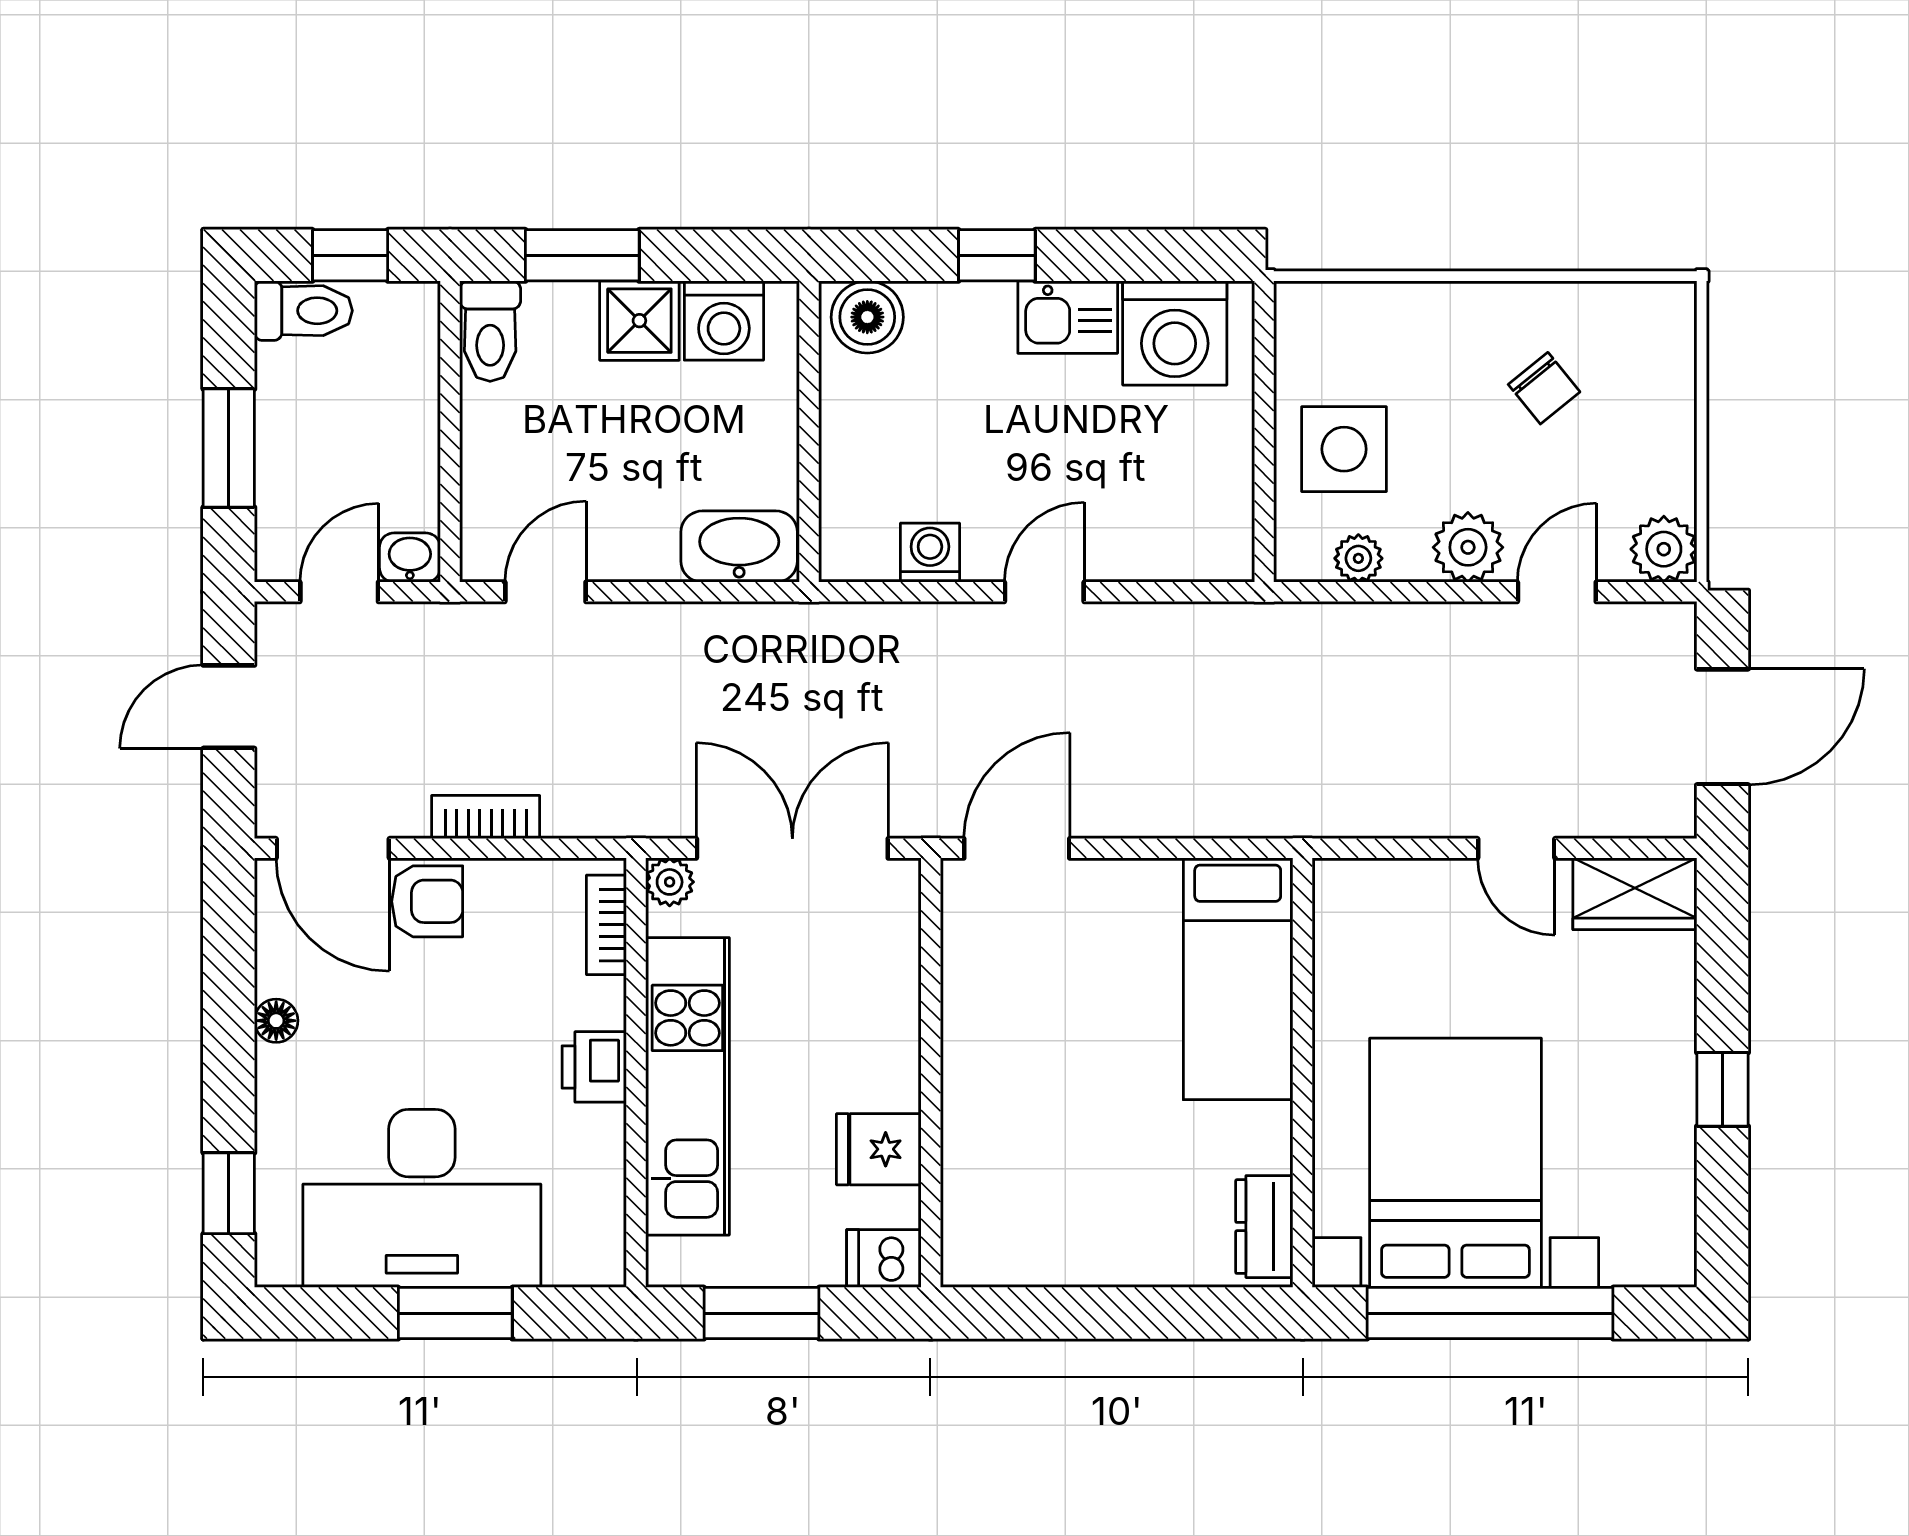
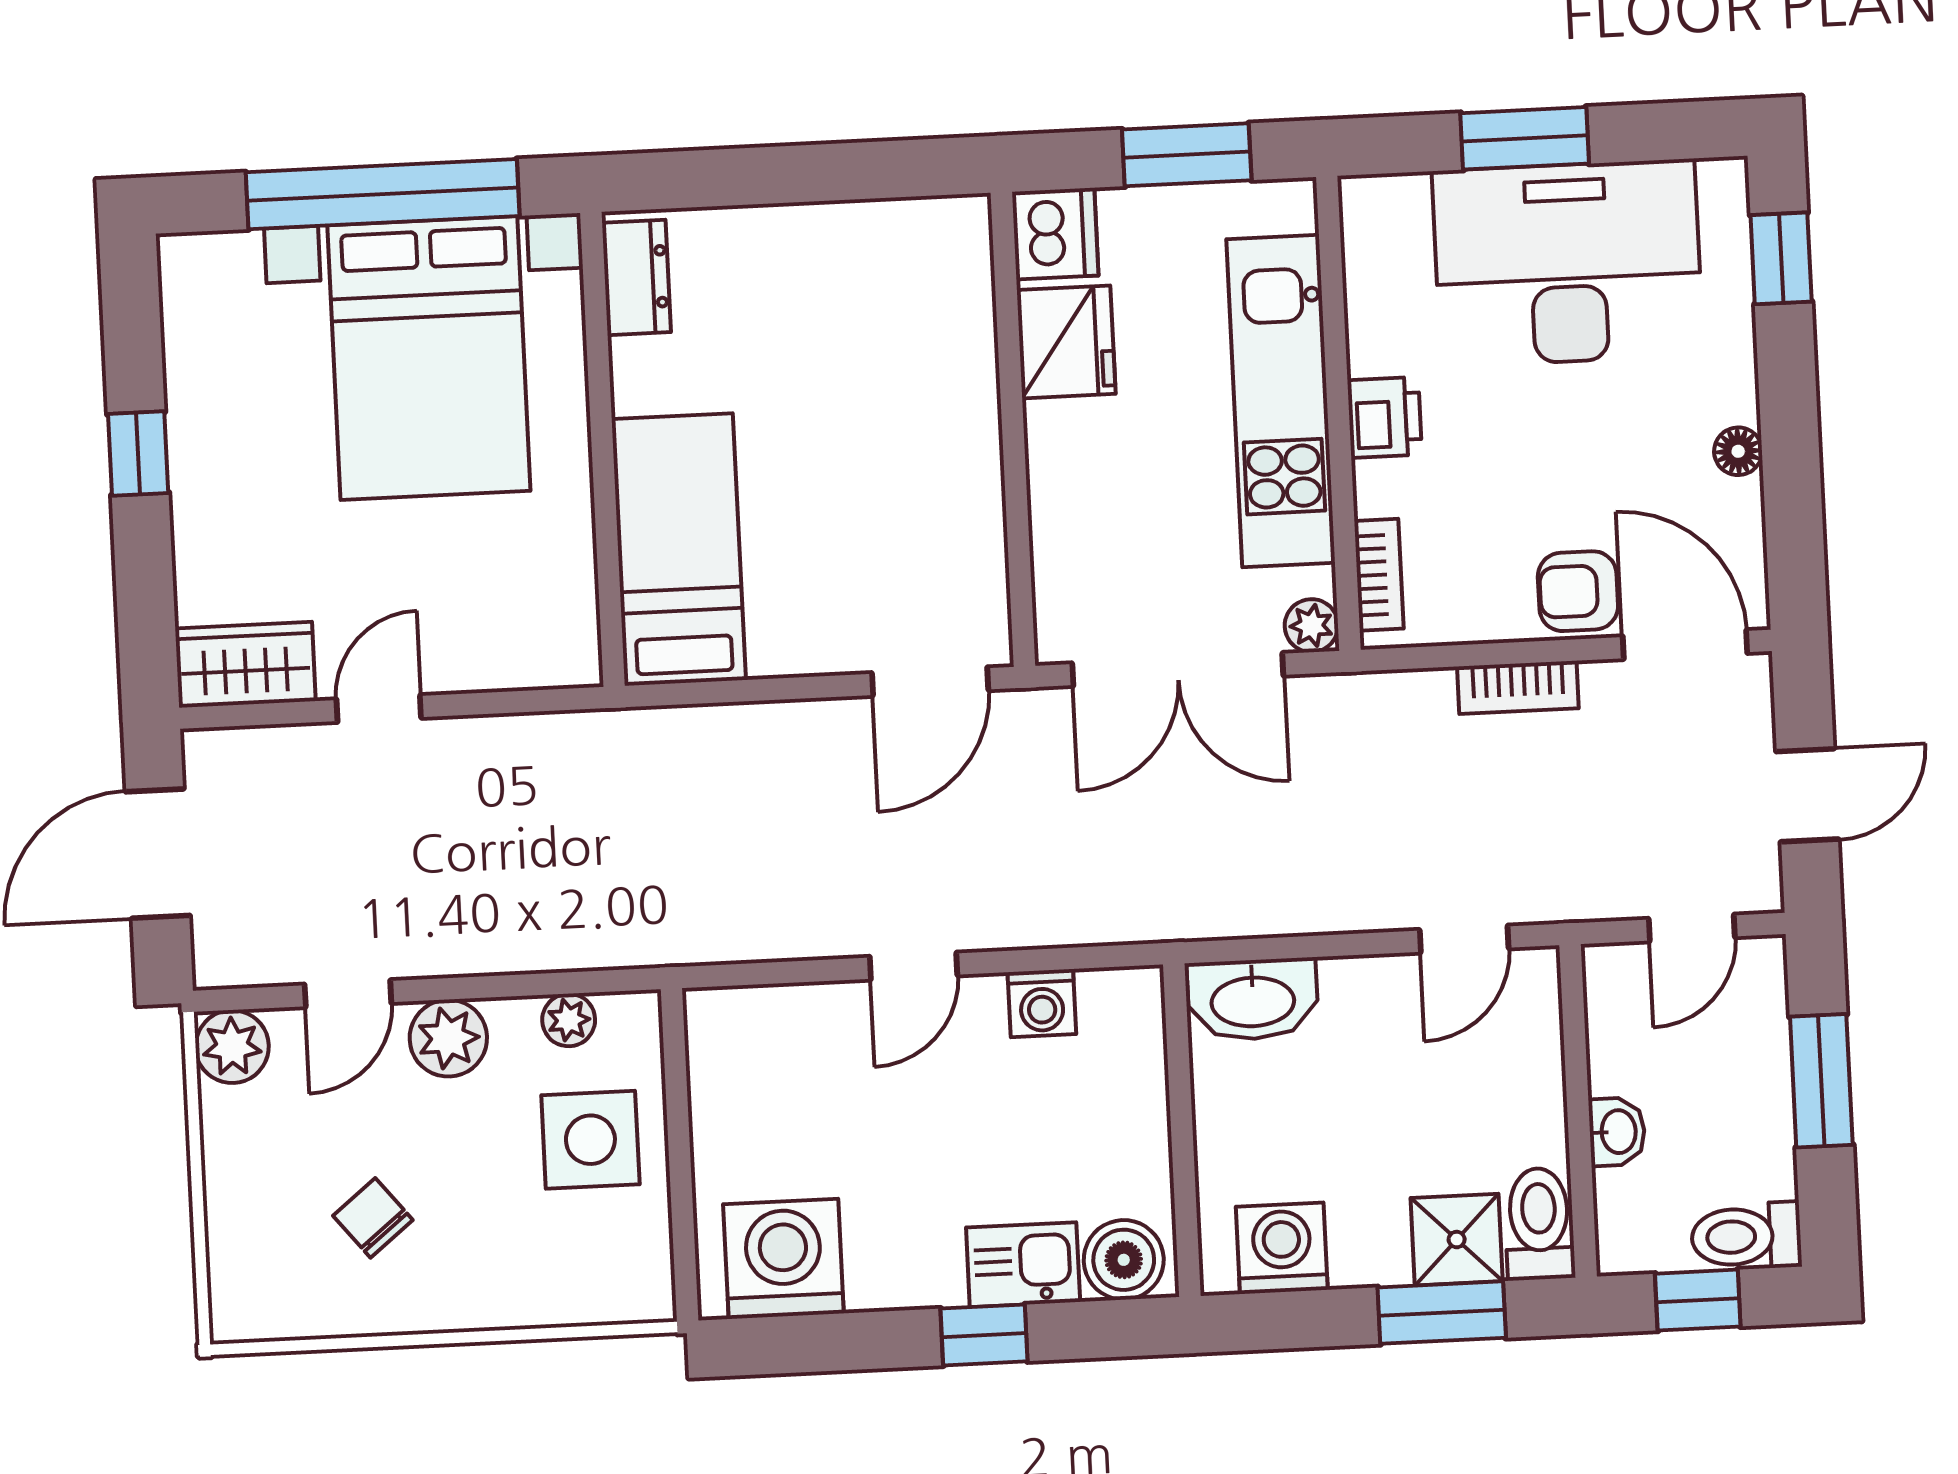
kitchen sink: (1068, 317) -> (1023, 1265), moved
shower: (639, 321) -> (1457, 1240), moved
washbasin: (410, 558) -> (1617, 1132), moved, turned -90
door: (1516, 848) -> (379, 709), hinge flipped
fridge: (879, 1149) -> (1066, 342), width x1.38
dishwasher: (884, 1259) -> (1055, 234), width x1.38

